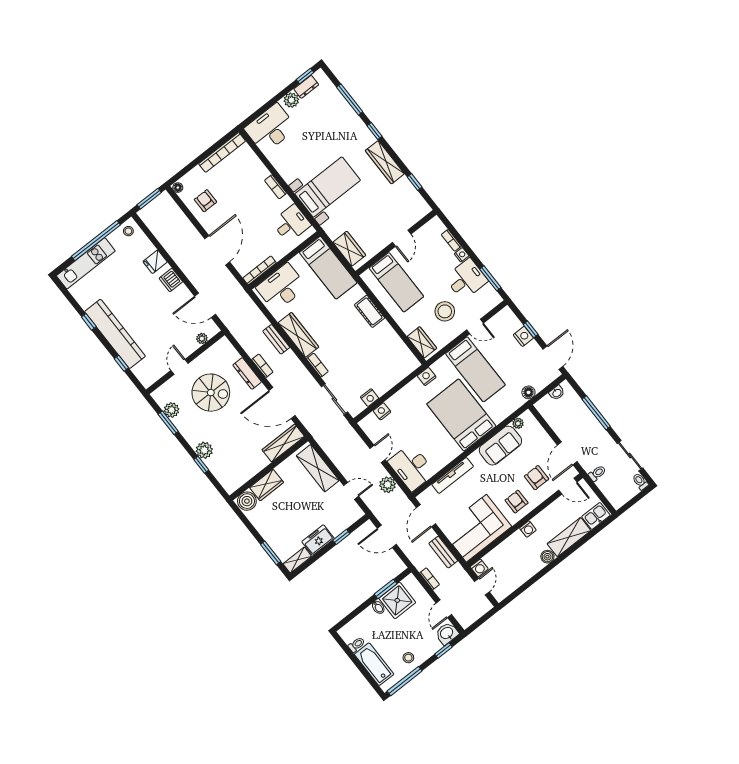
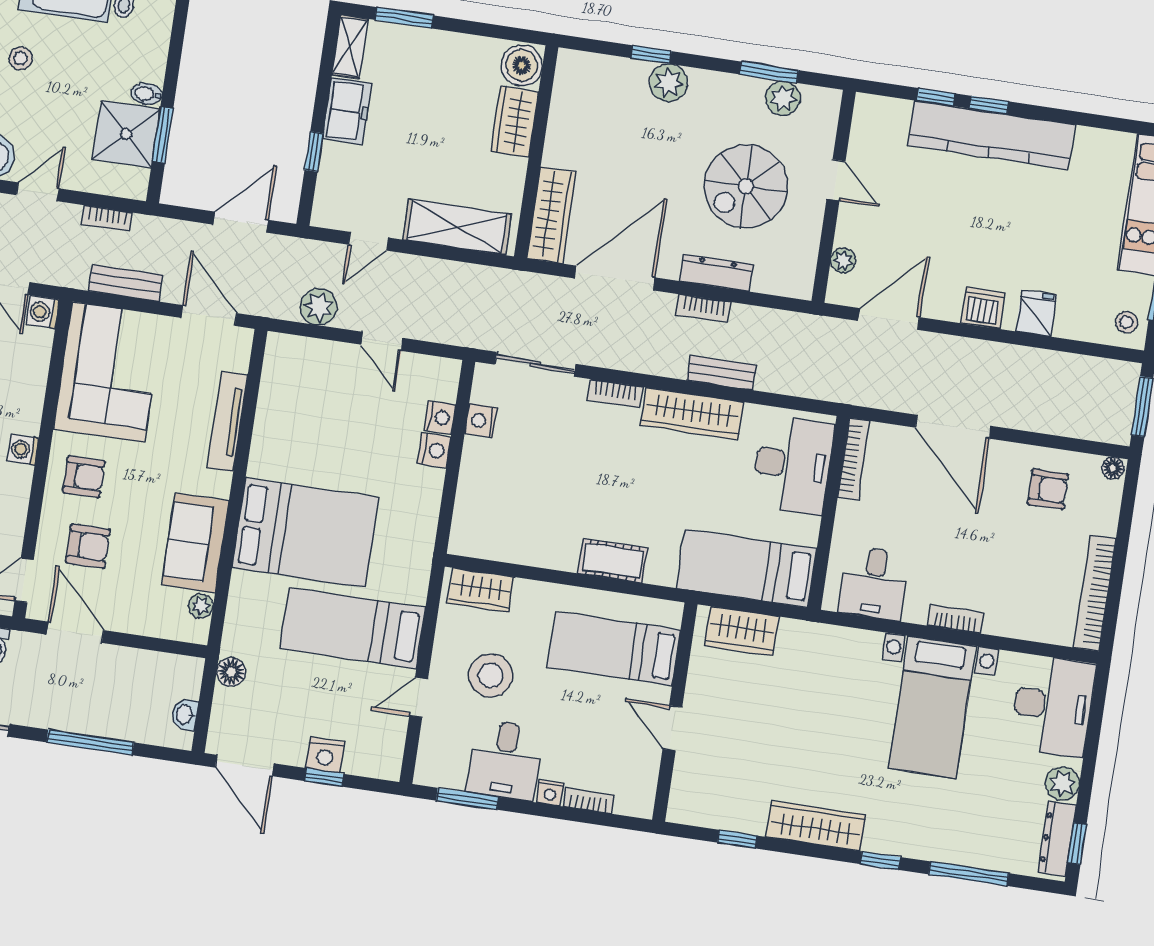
dresser: (306, 87) -> (1057, 839), width x1.44
bed with nightstands: (328, 187) -> (932, 707), moved
window: (89, 322) -> (989, 105), moved
nightstand: (427, 376) -> (434, 450), moved
desk: (412, 467) -> (306, 372), removed
door: (444, 609) -> (38, 192), hinge flipped

